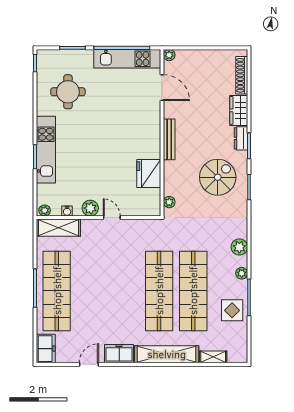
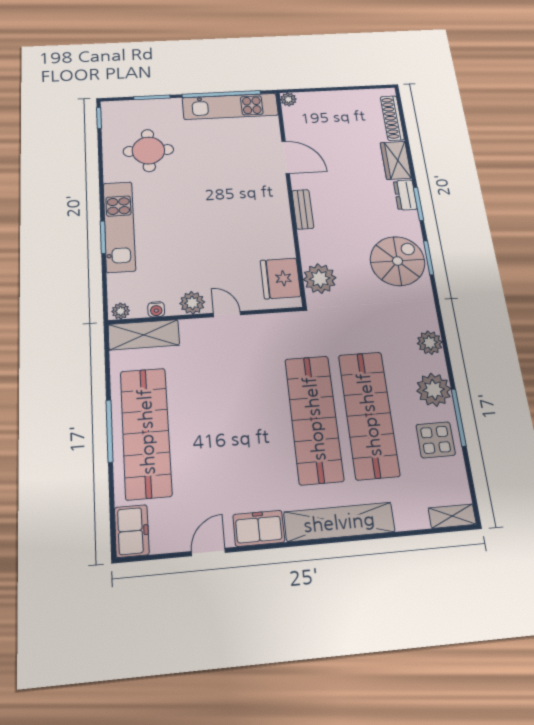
door: (162, 88) -> (286, 157), moved
bench: (169, 139) -> (303, 209), width x0.73
fridge: (149, 173) -> (281, 278), moved
spiral stairs: (218, 177) -> (398, 261), moved
plant: (169, 202) -> (320, 279), width x1.88, depth x1.88
plant: (242, 273) -> (434, 390), width x1.88, depth x1.88
shelving: (213, 357) -> (452, 516), moved

